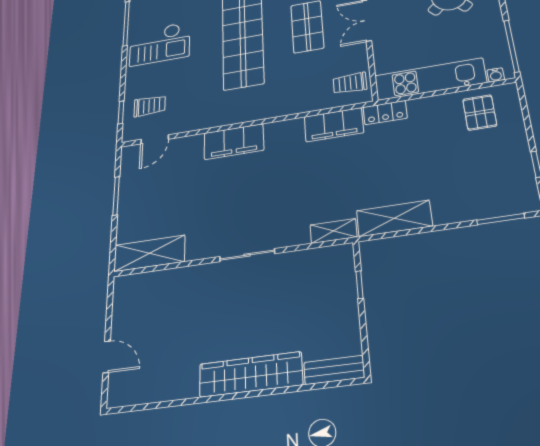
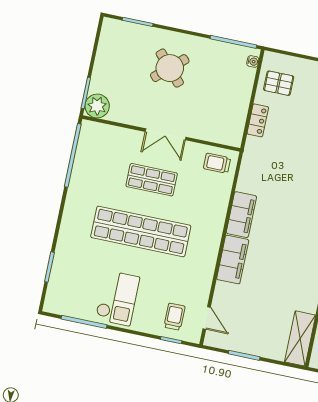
kitchen unit: (430, 79) -> (237, 106), removed
trolley: (350, 83) -> (217, 163), turned 90
locker: (385, 113) -> (258, 120), moved
filing cabinet: (334, 125) -> (241, 215), moved

